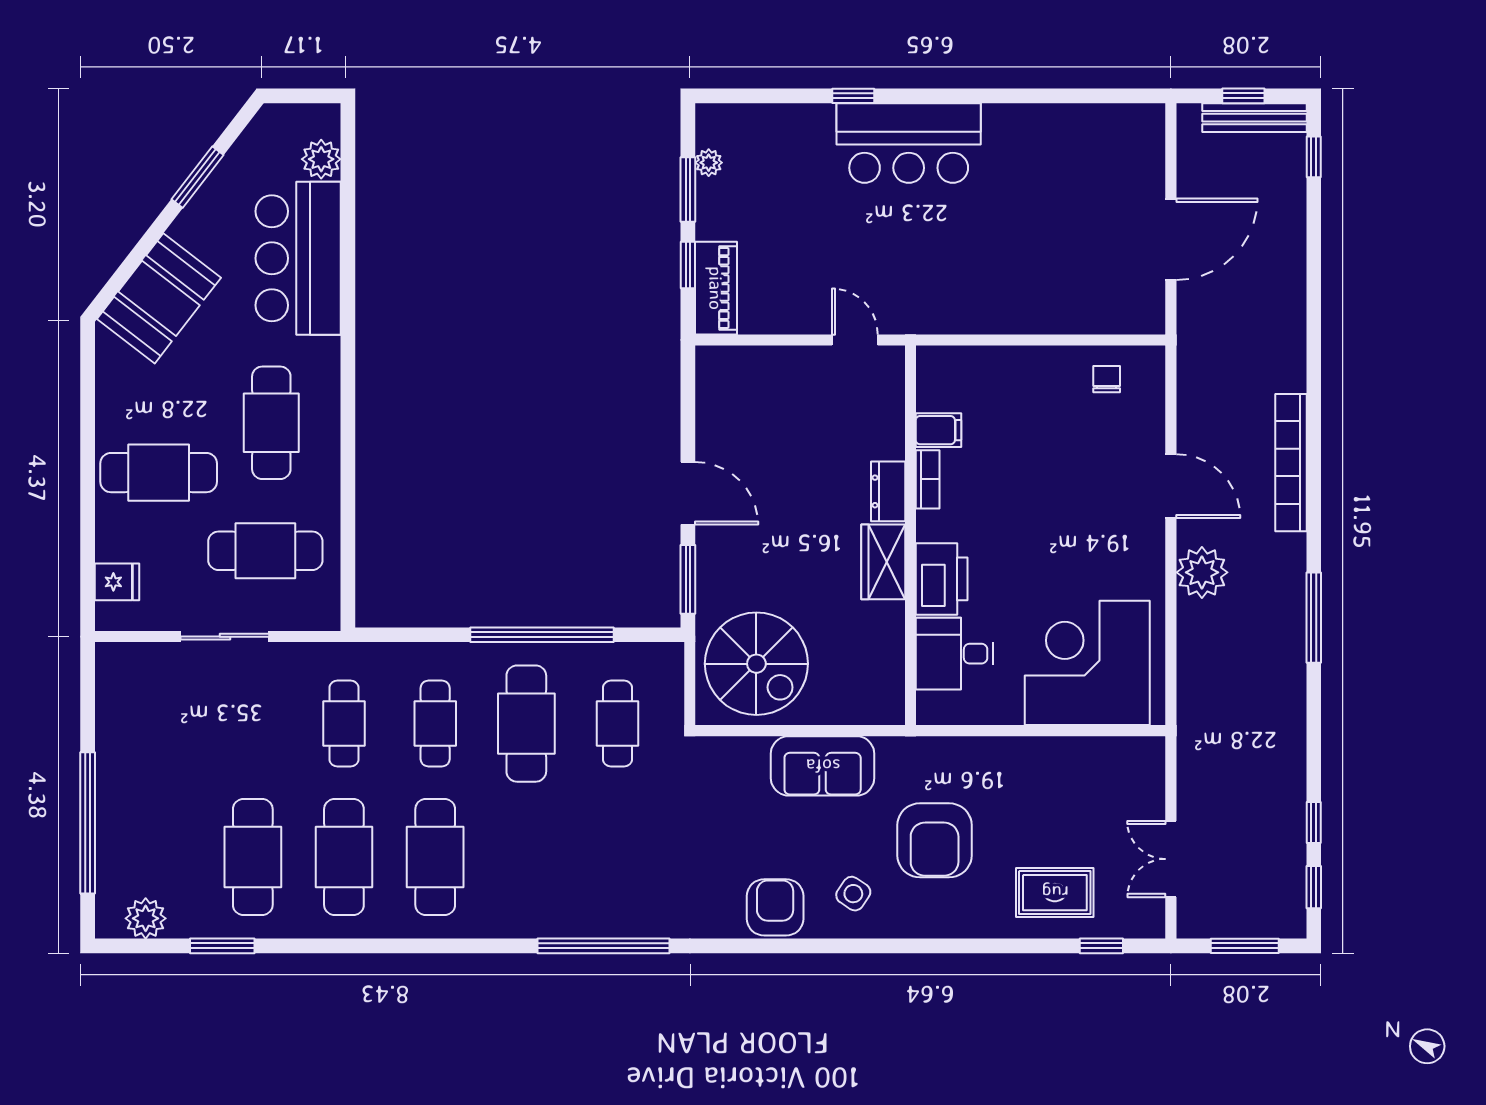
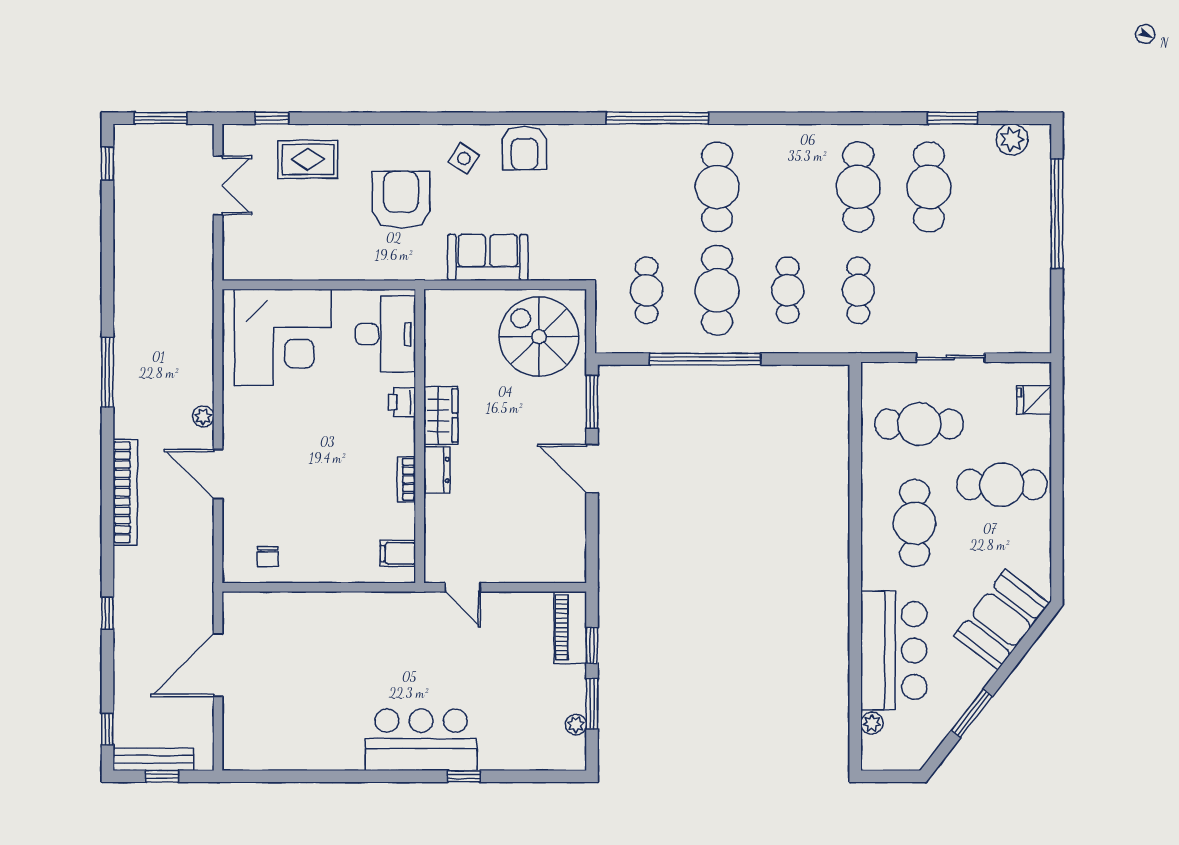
plant: (321, 159) -> (872, 723), width x0.73, depth x0.73
filing cabinet: (938, 430) -> (398, 553), moved
plant: (1202, 572) -> (203, 417), width x0.53, depth x0.53
printer: (942, 579) -> (402, 402), width x0.53, depth x0.68
desk: (955, 654) -> (385, 334), width x1.37
window: (1314, 823) -> (107, 613), moved
cafe table: (435, 857) -> (717, 187), moved

